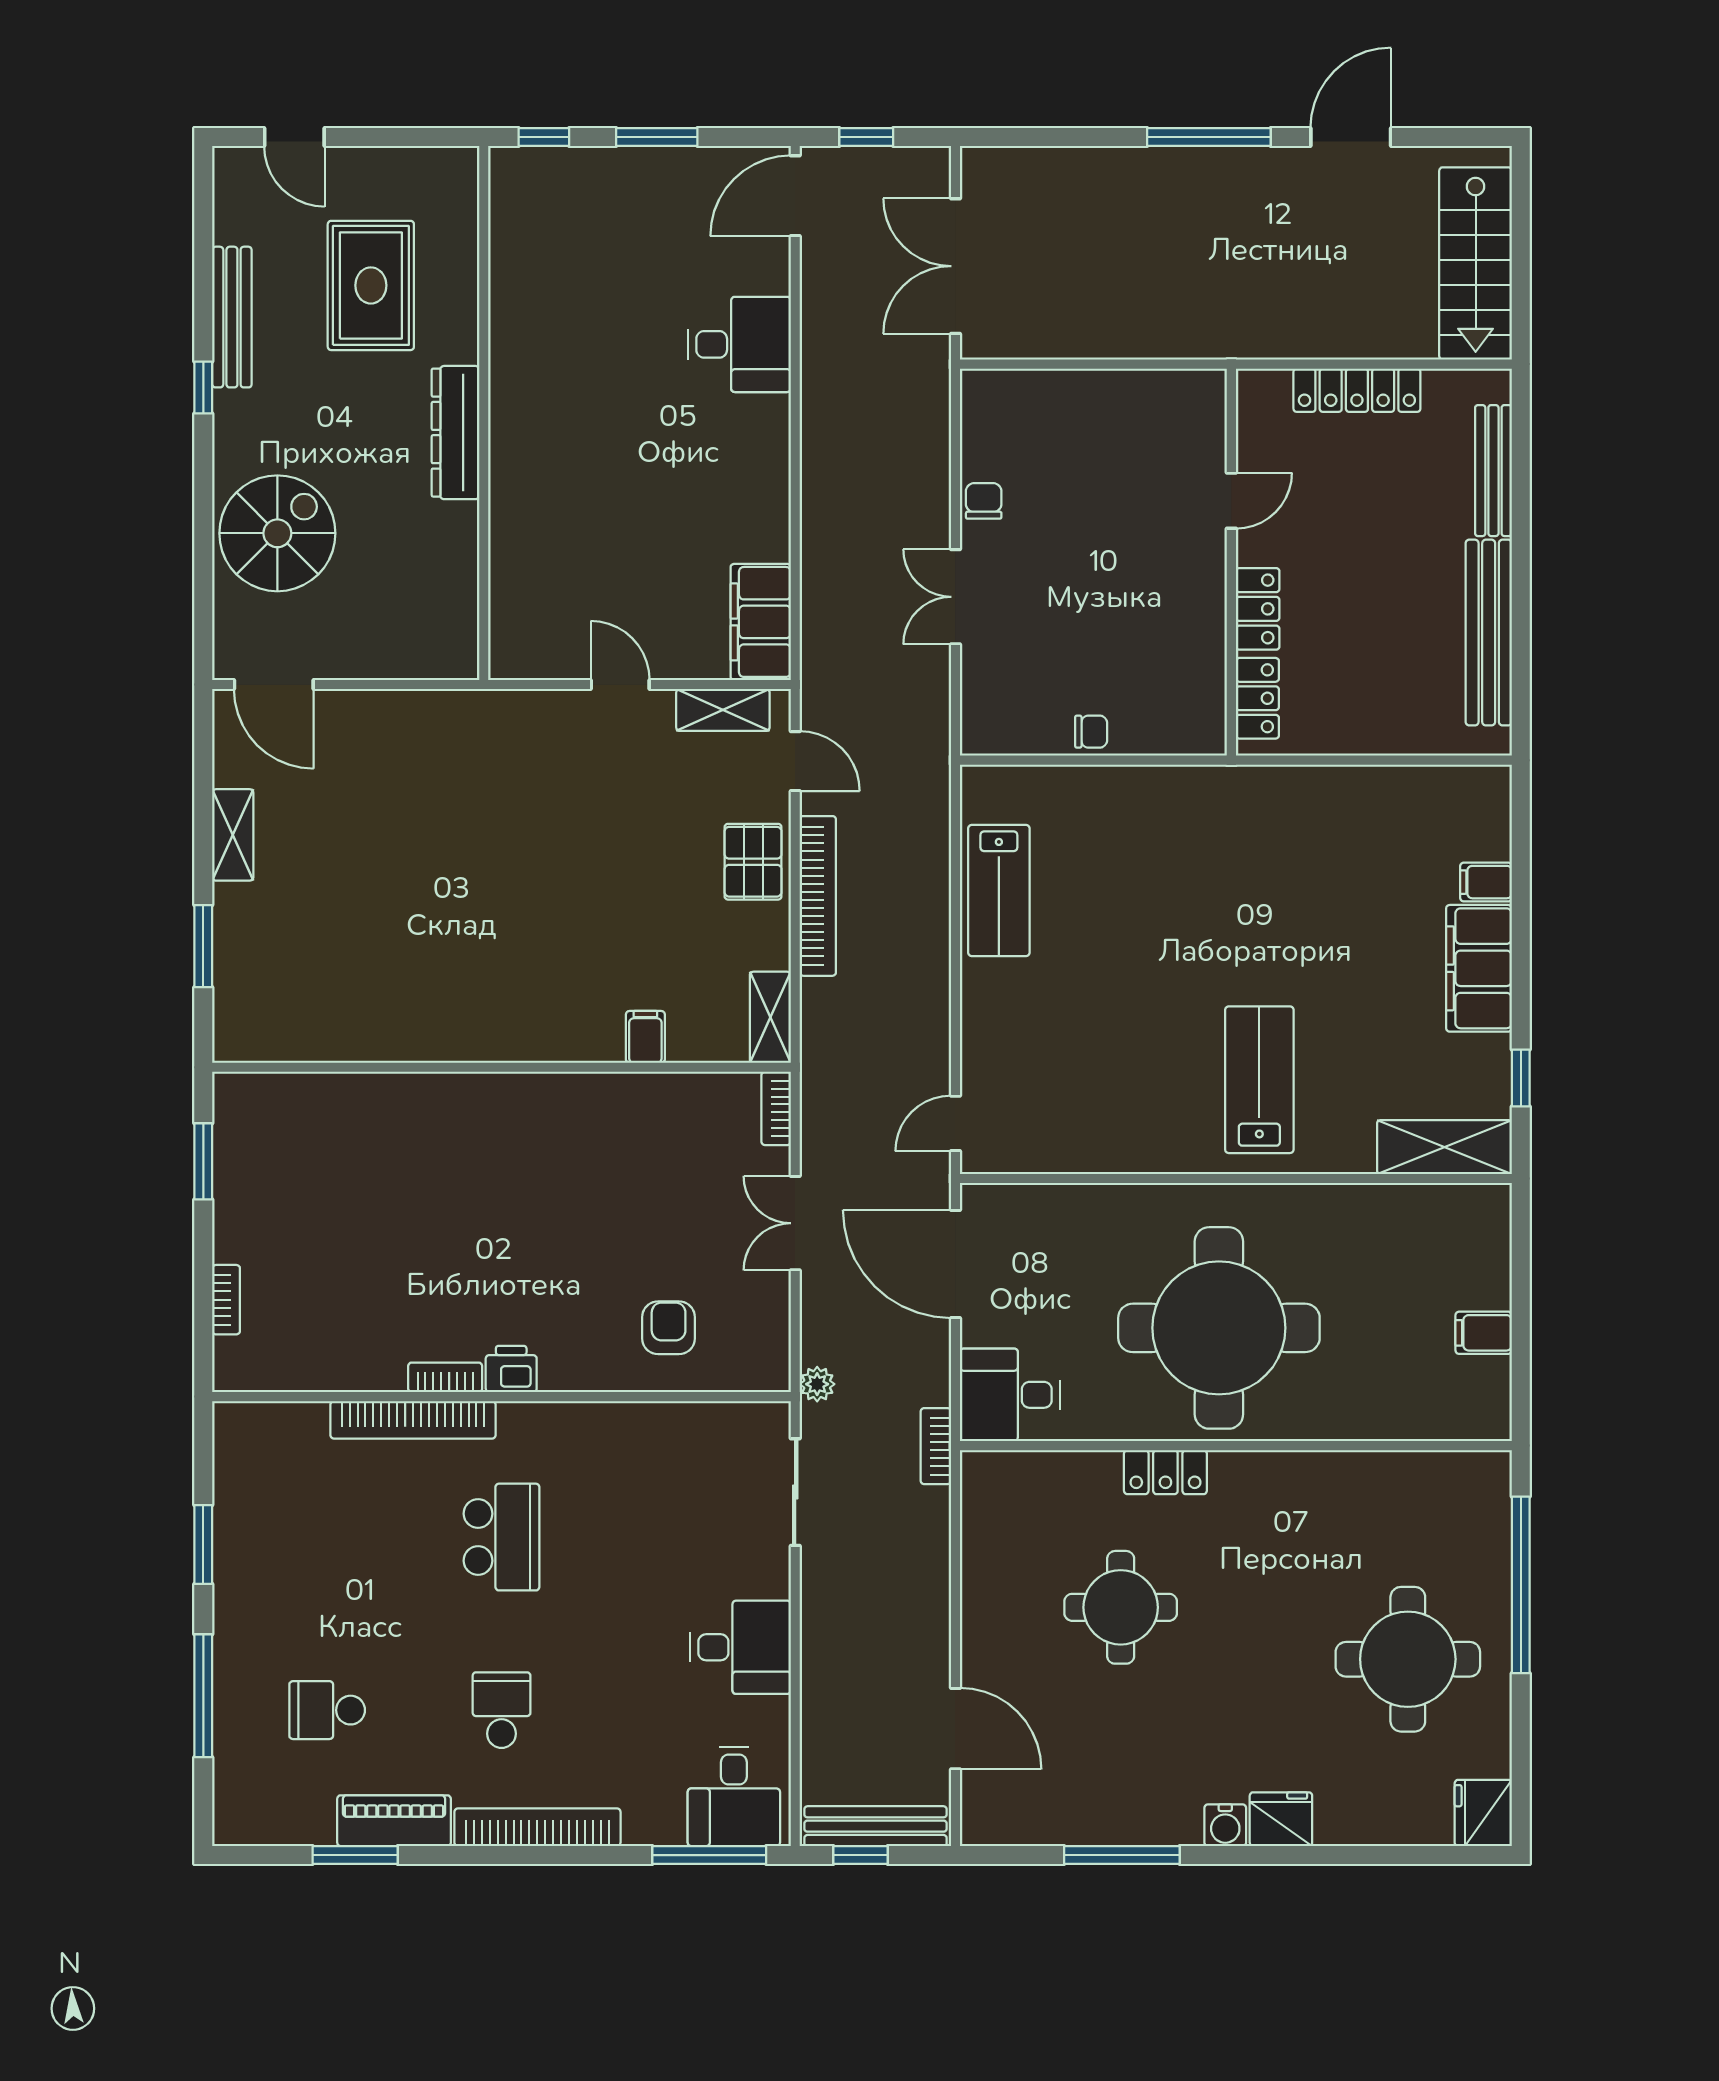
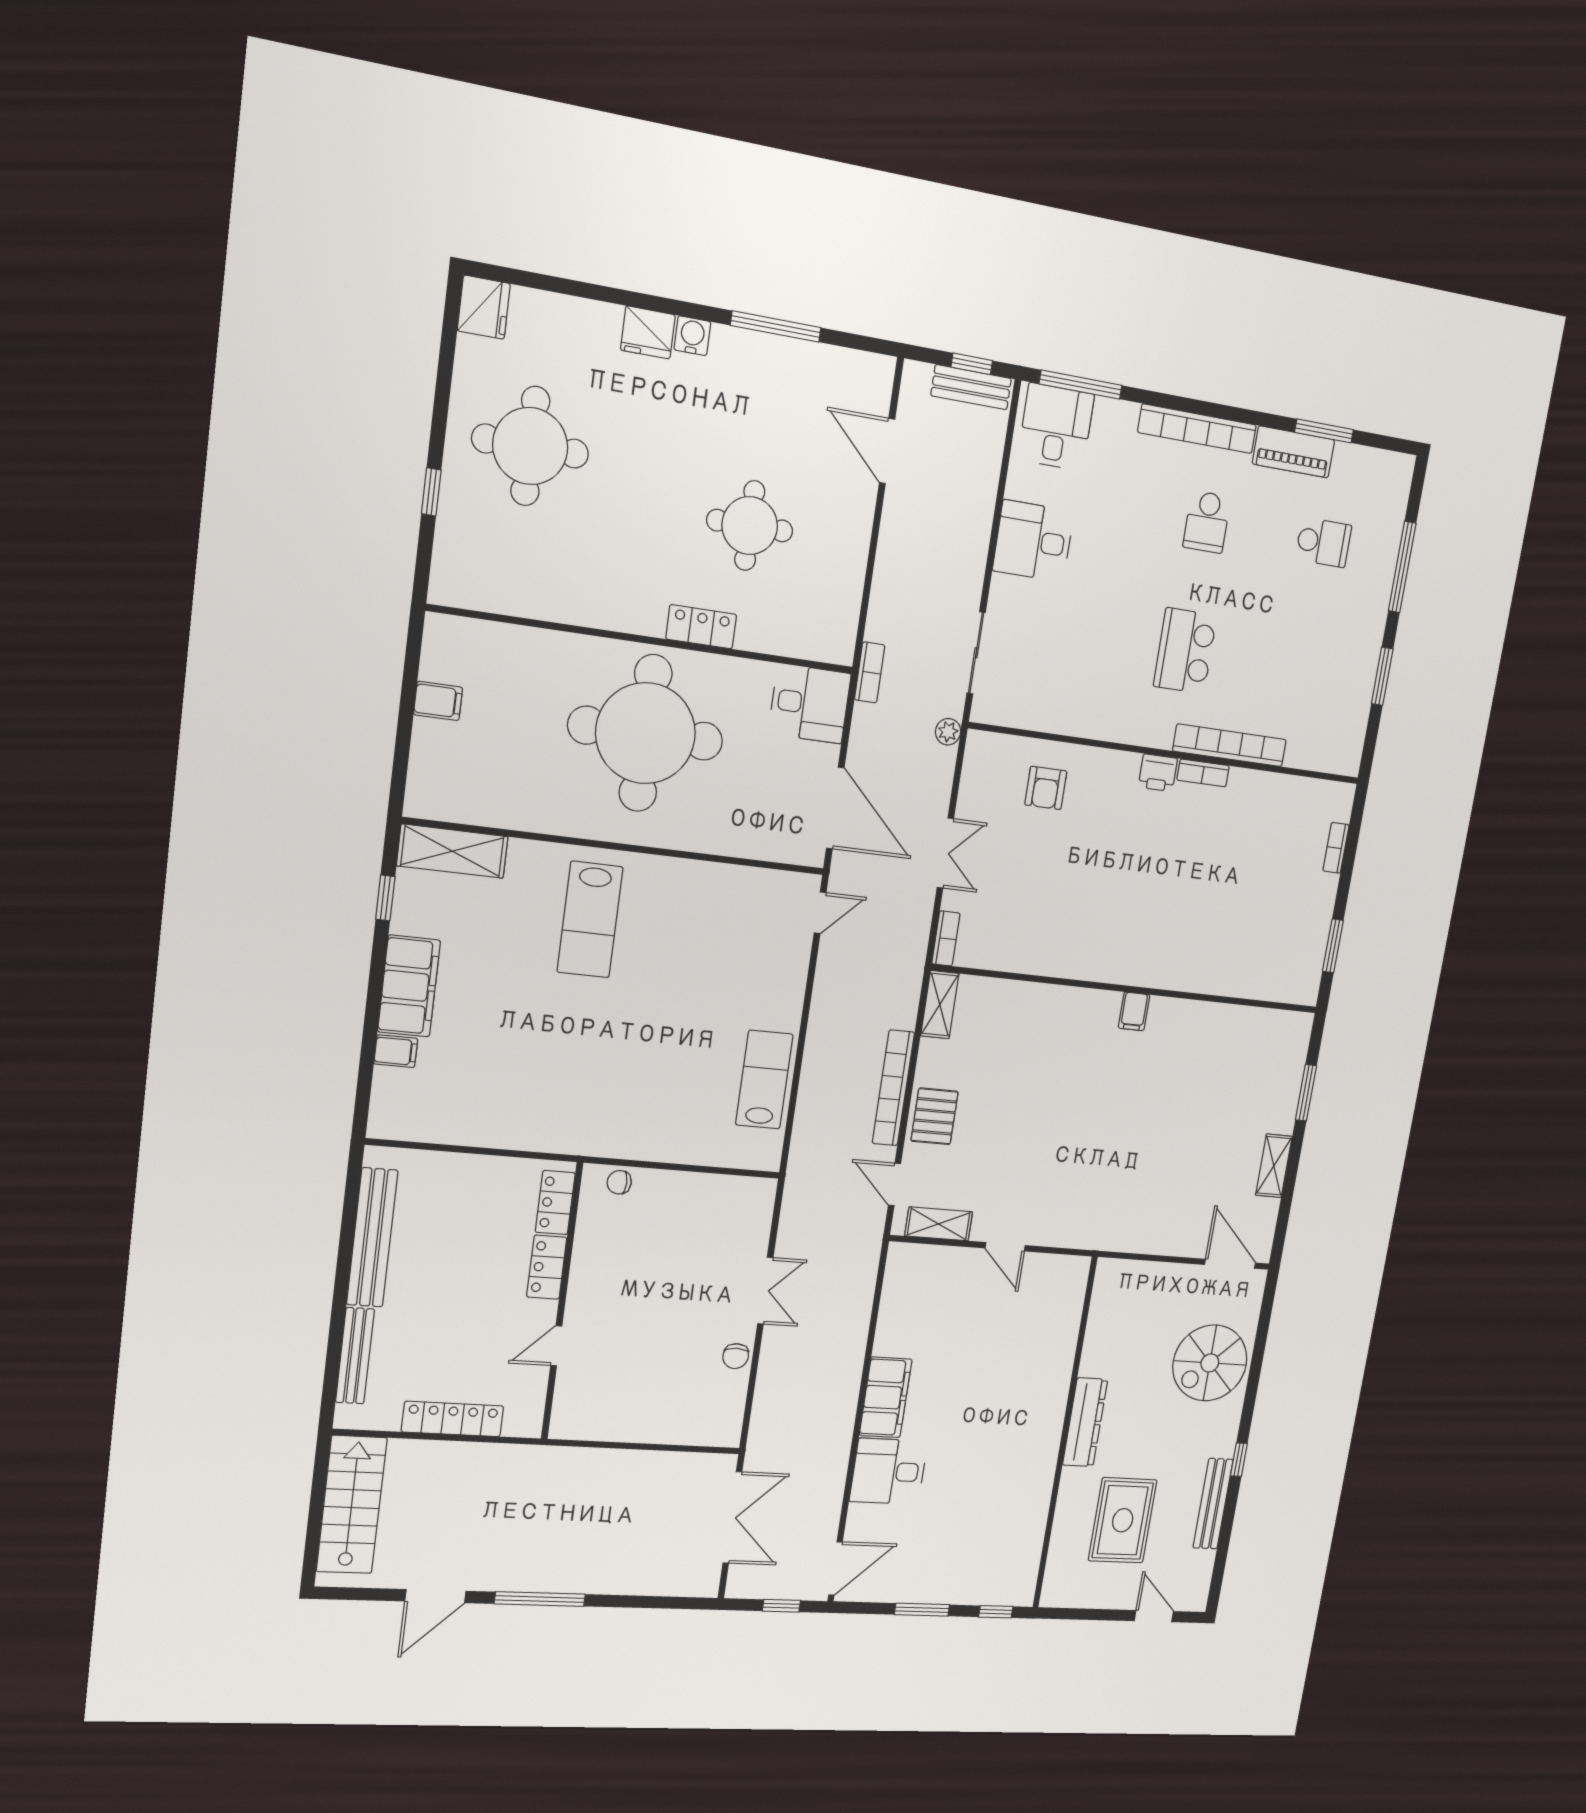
filing cabinet: (761, 622) -> (886, 1397), moved
chair: (1091, 732) -> (619, 1182), moved
filing cabinet: (645, 1037) -> (1134, 1011), moved
window: (1521, 1585) -> (431, 492), width x0.32
bench: (876, 1826) -> (971, 387), width x0.73

